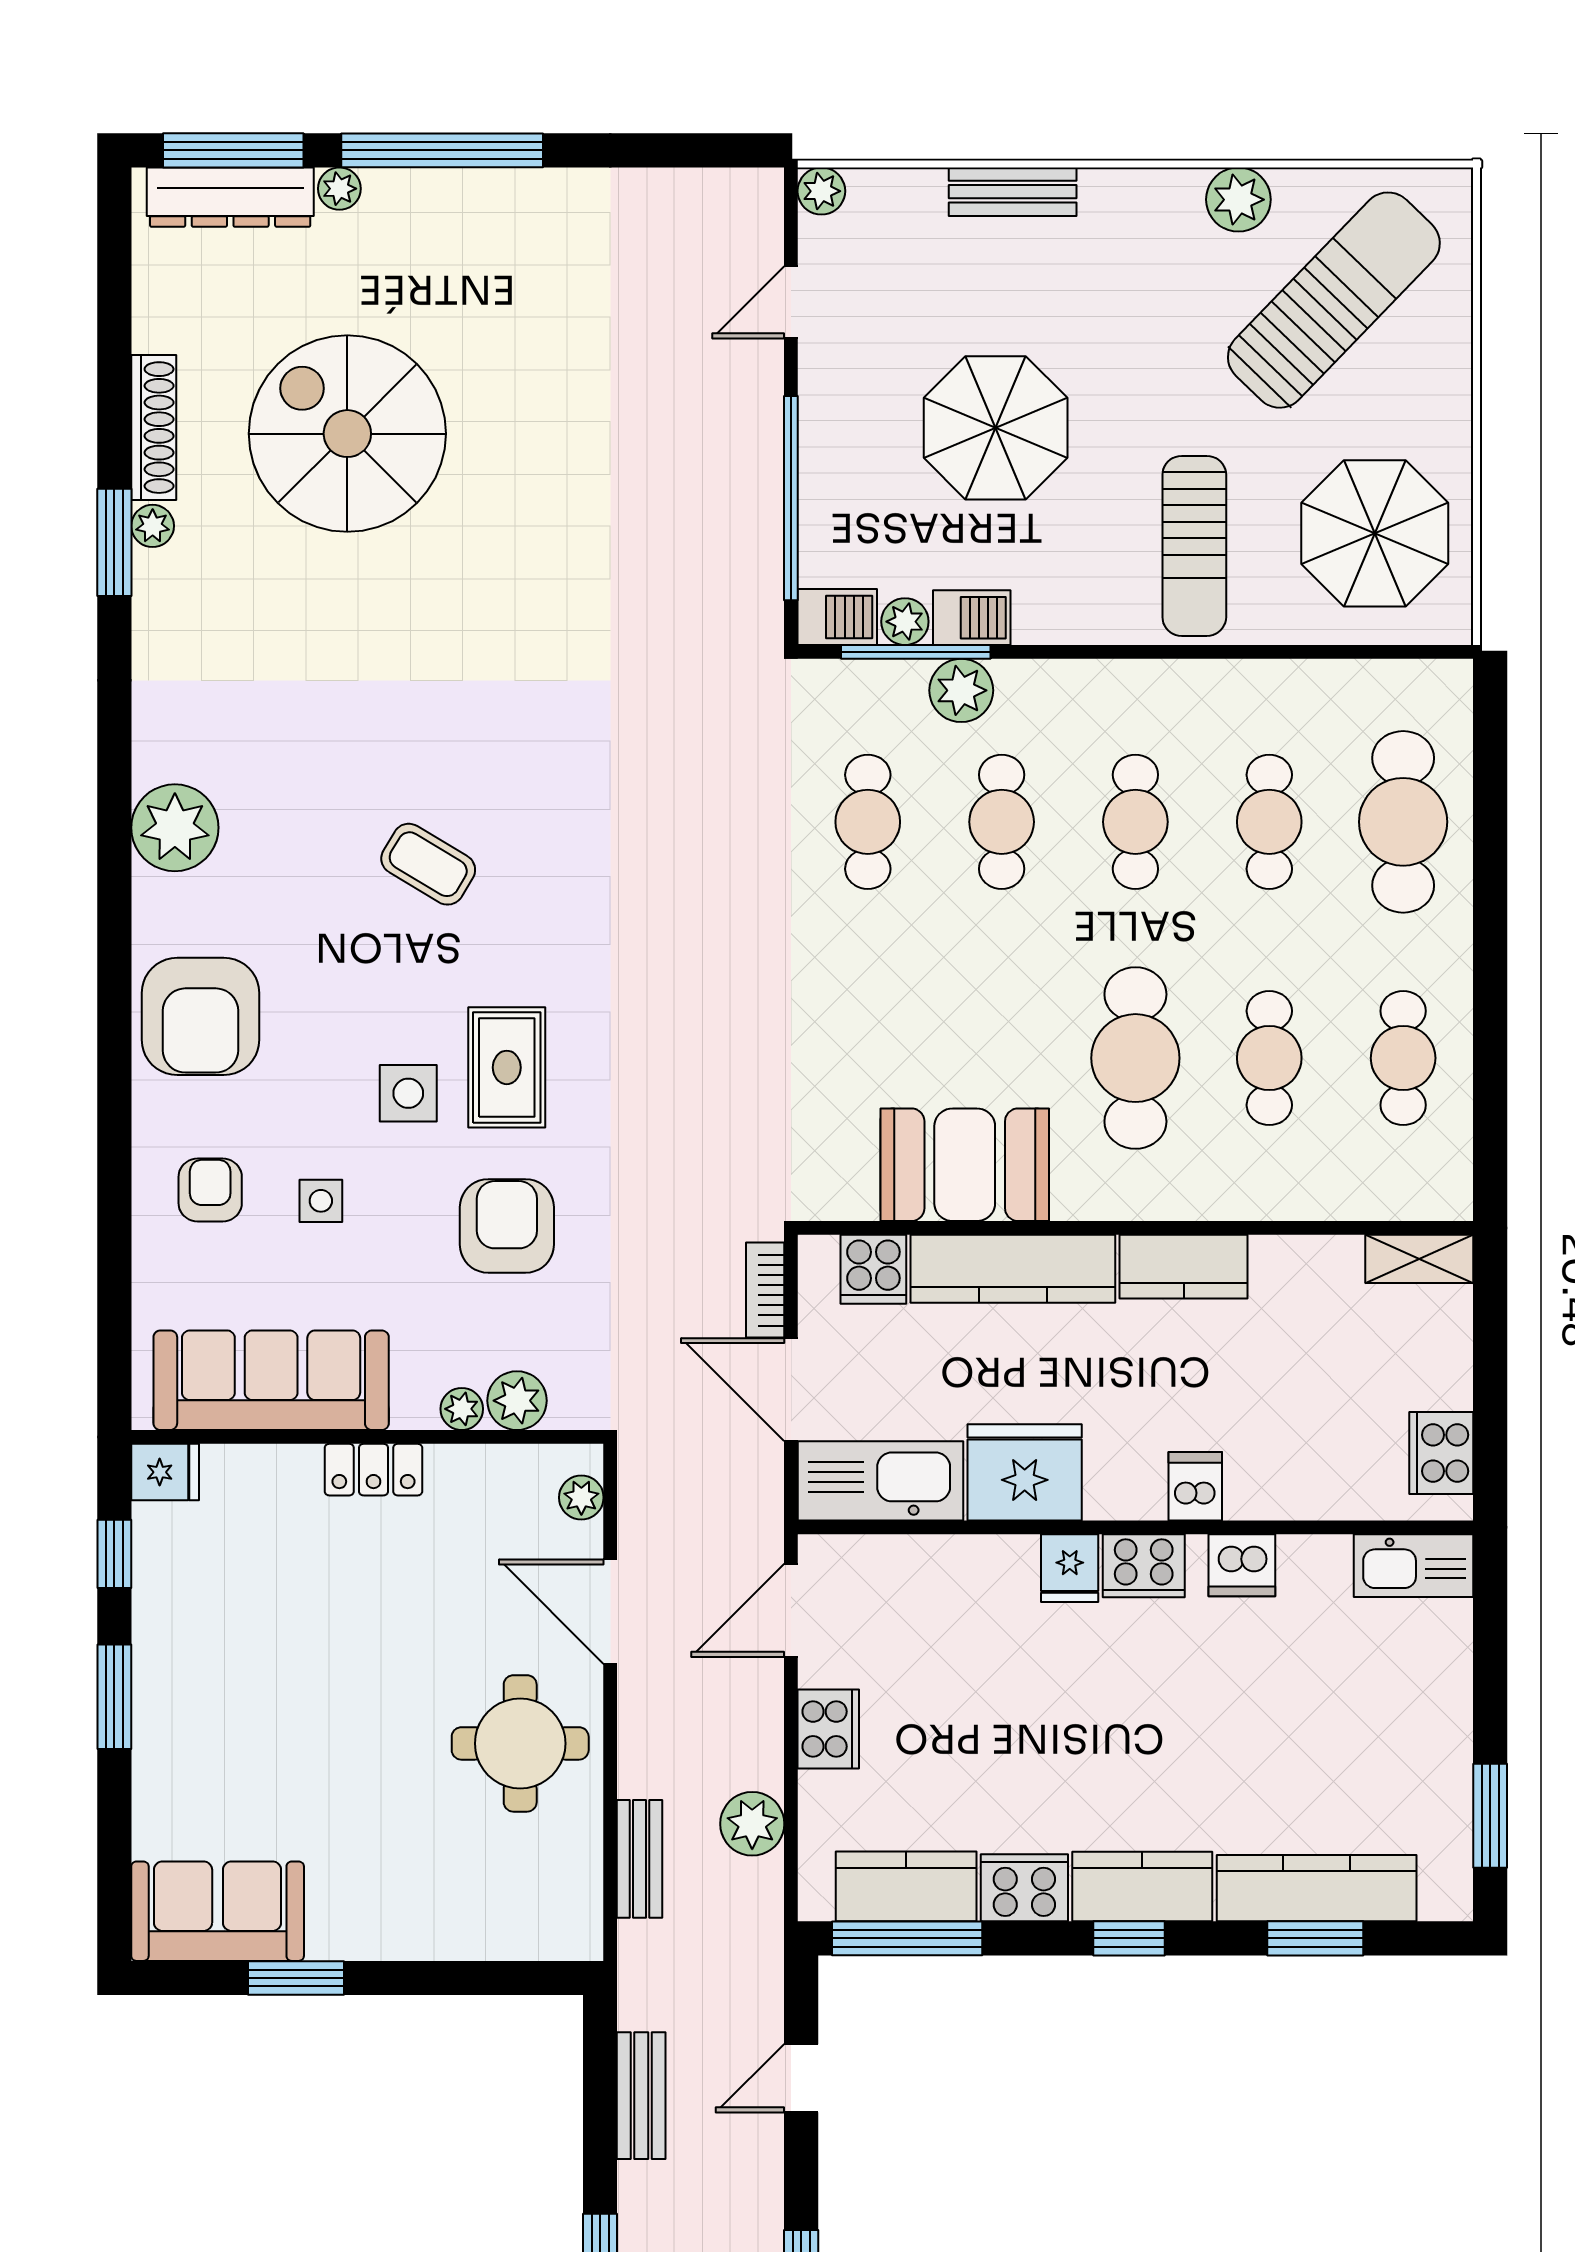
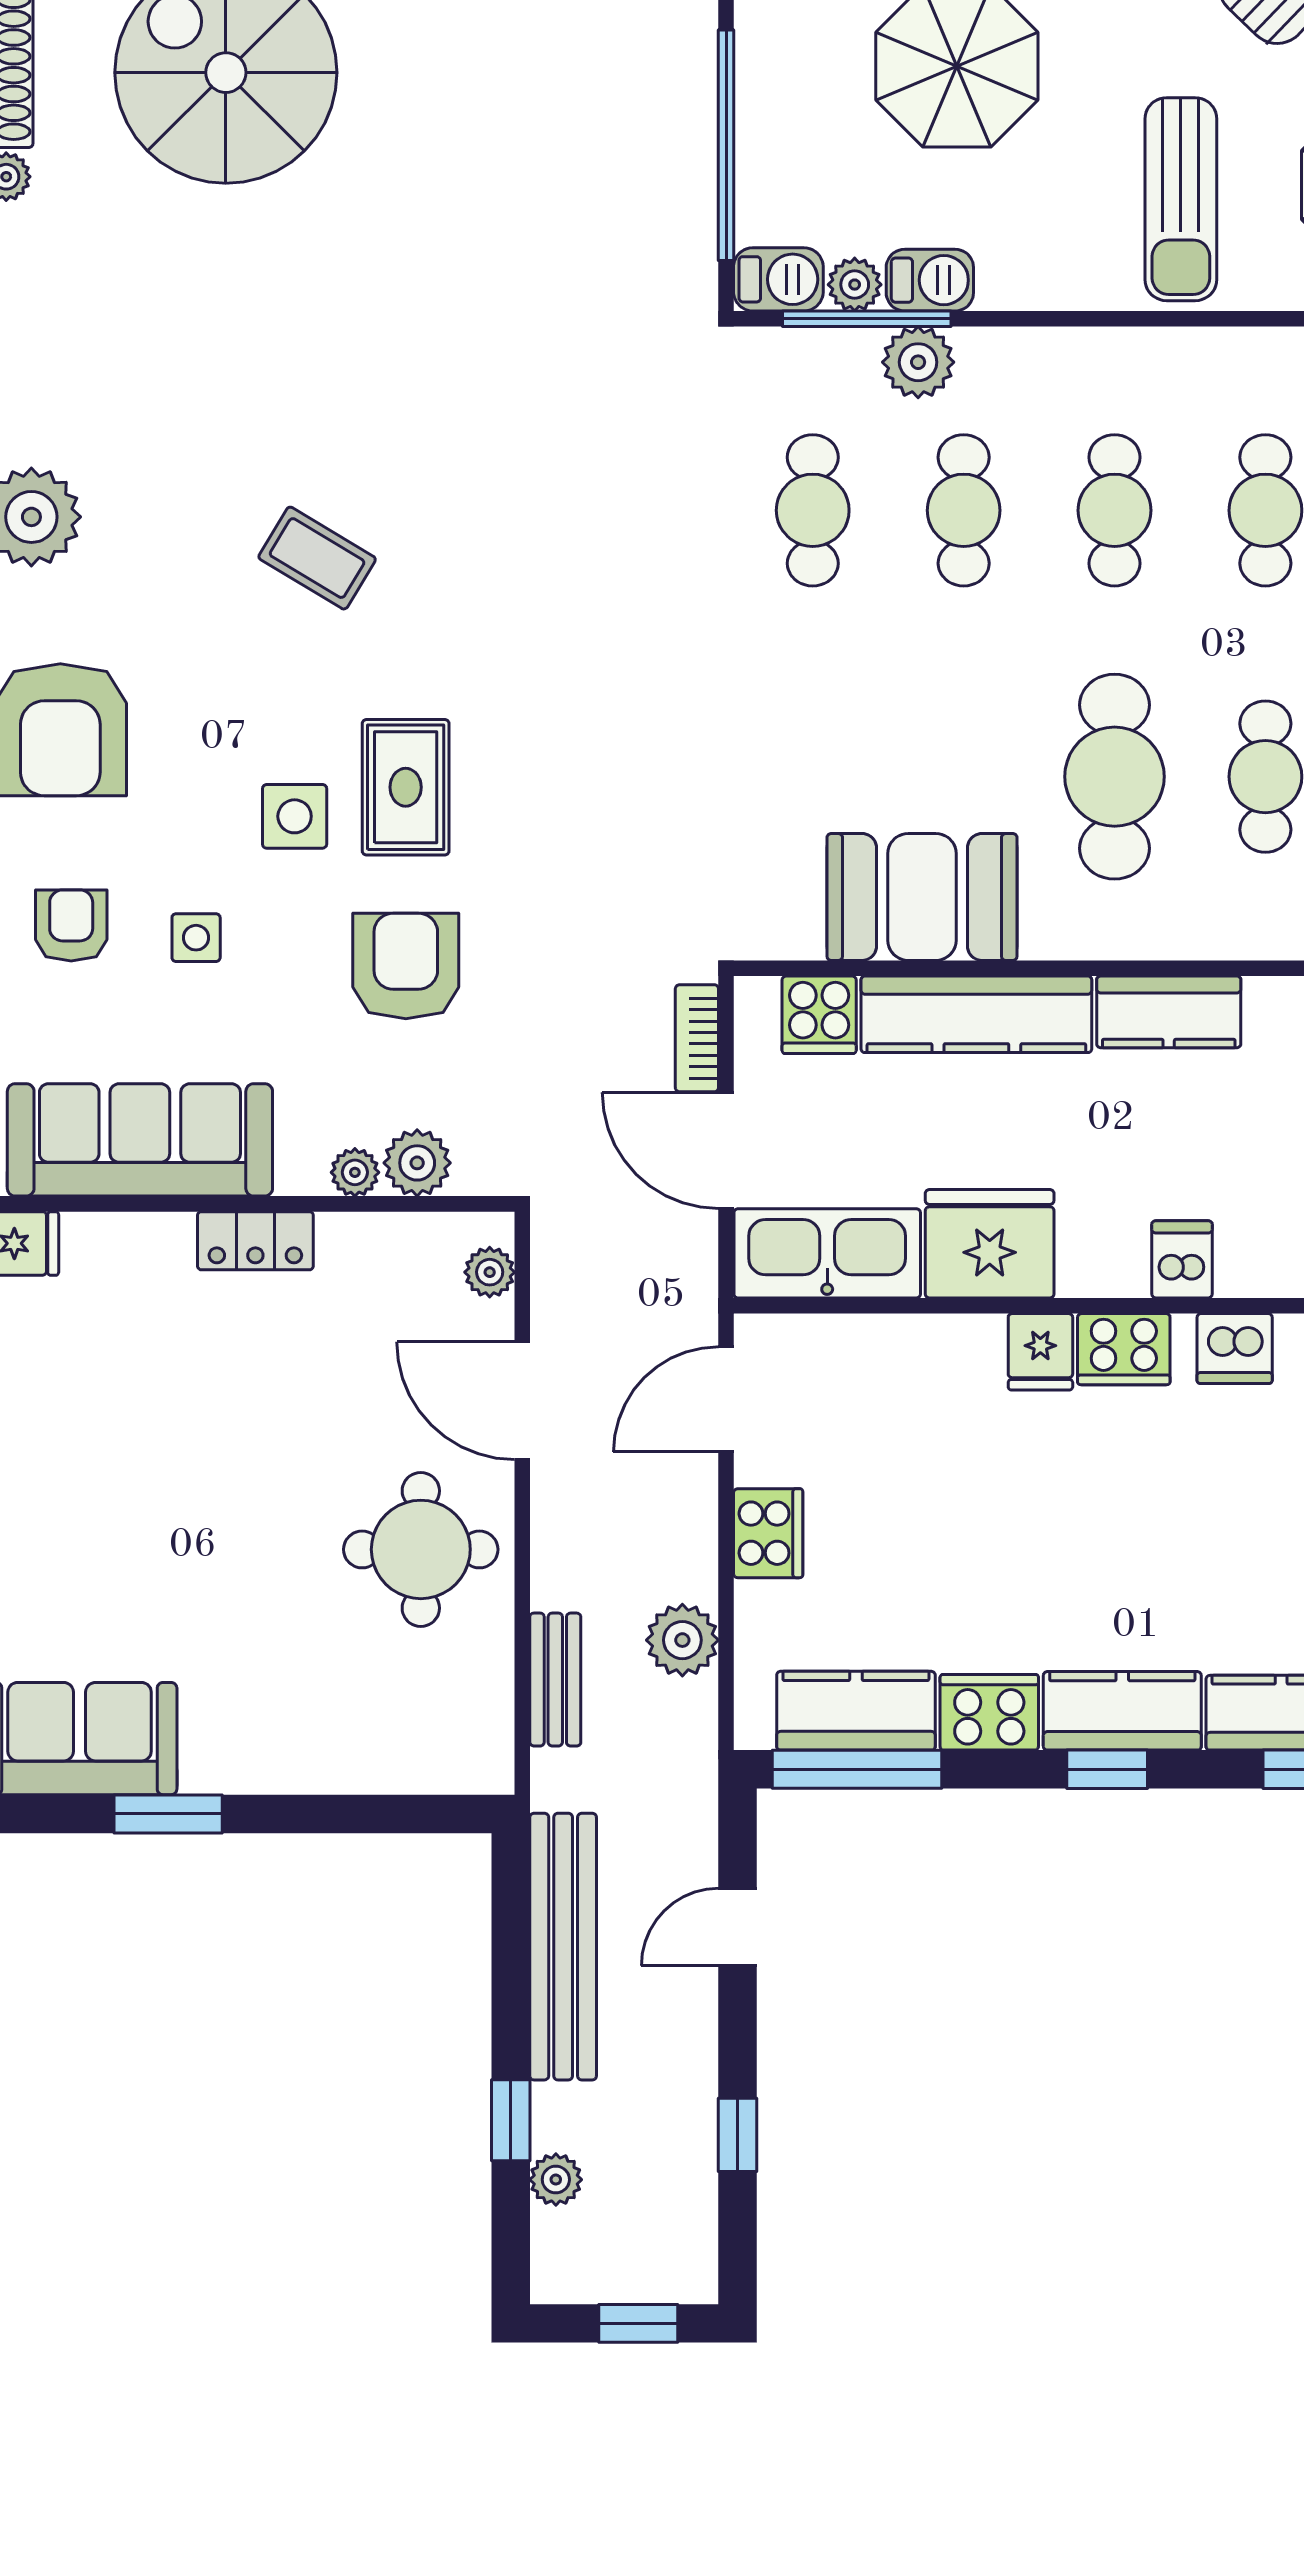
bench: (641, 2096) -> (563, 1947), width x1.86, depth x1.21

